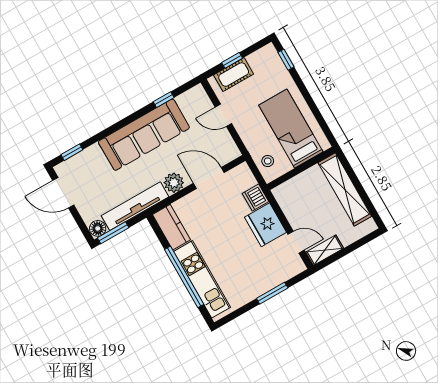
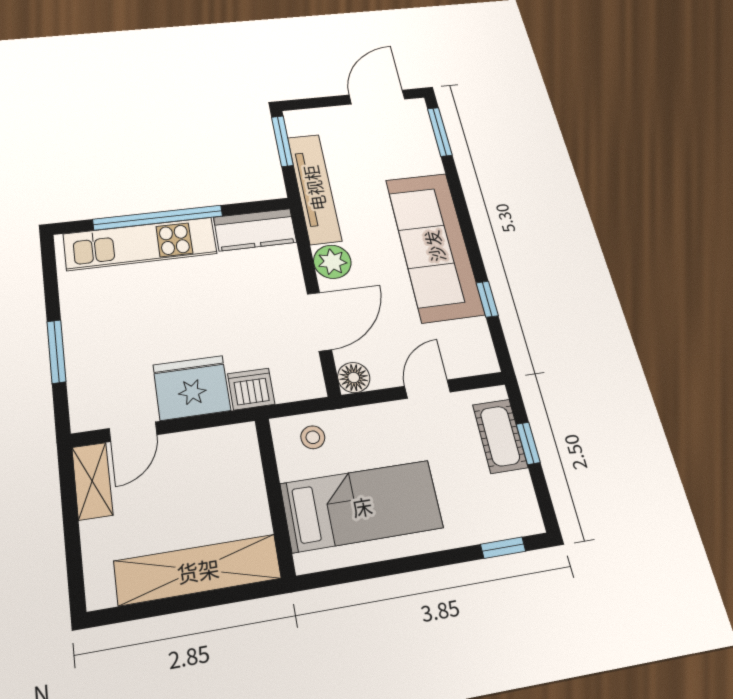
window: (72, 152) -> (440, 132), width x1.50
floor lamp: (98, 228) -> (354, 378), moved

